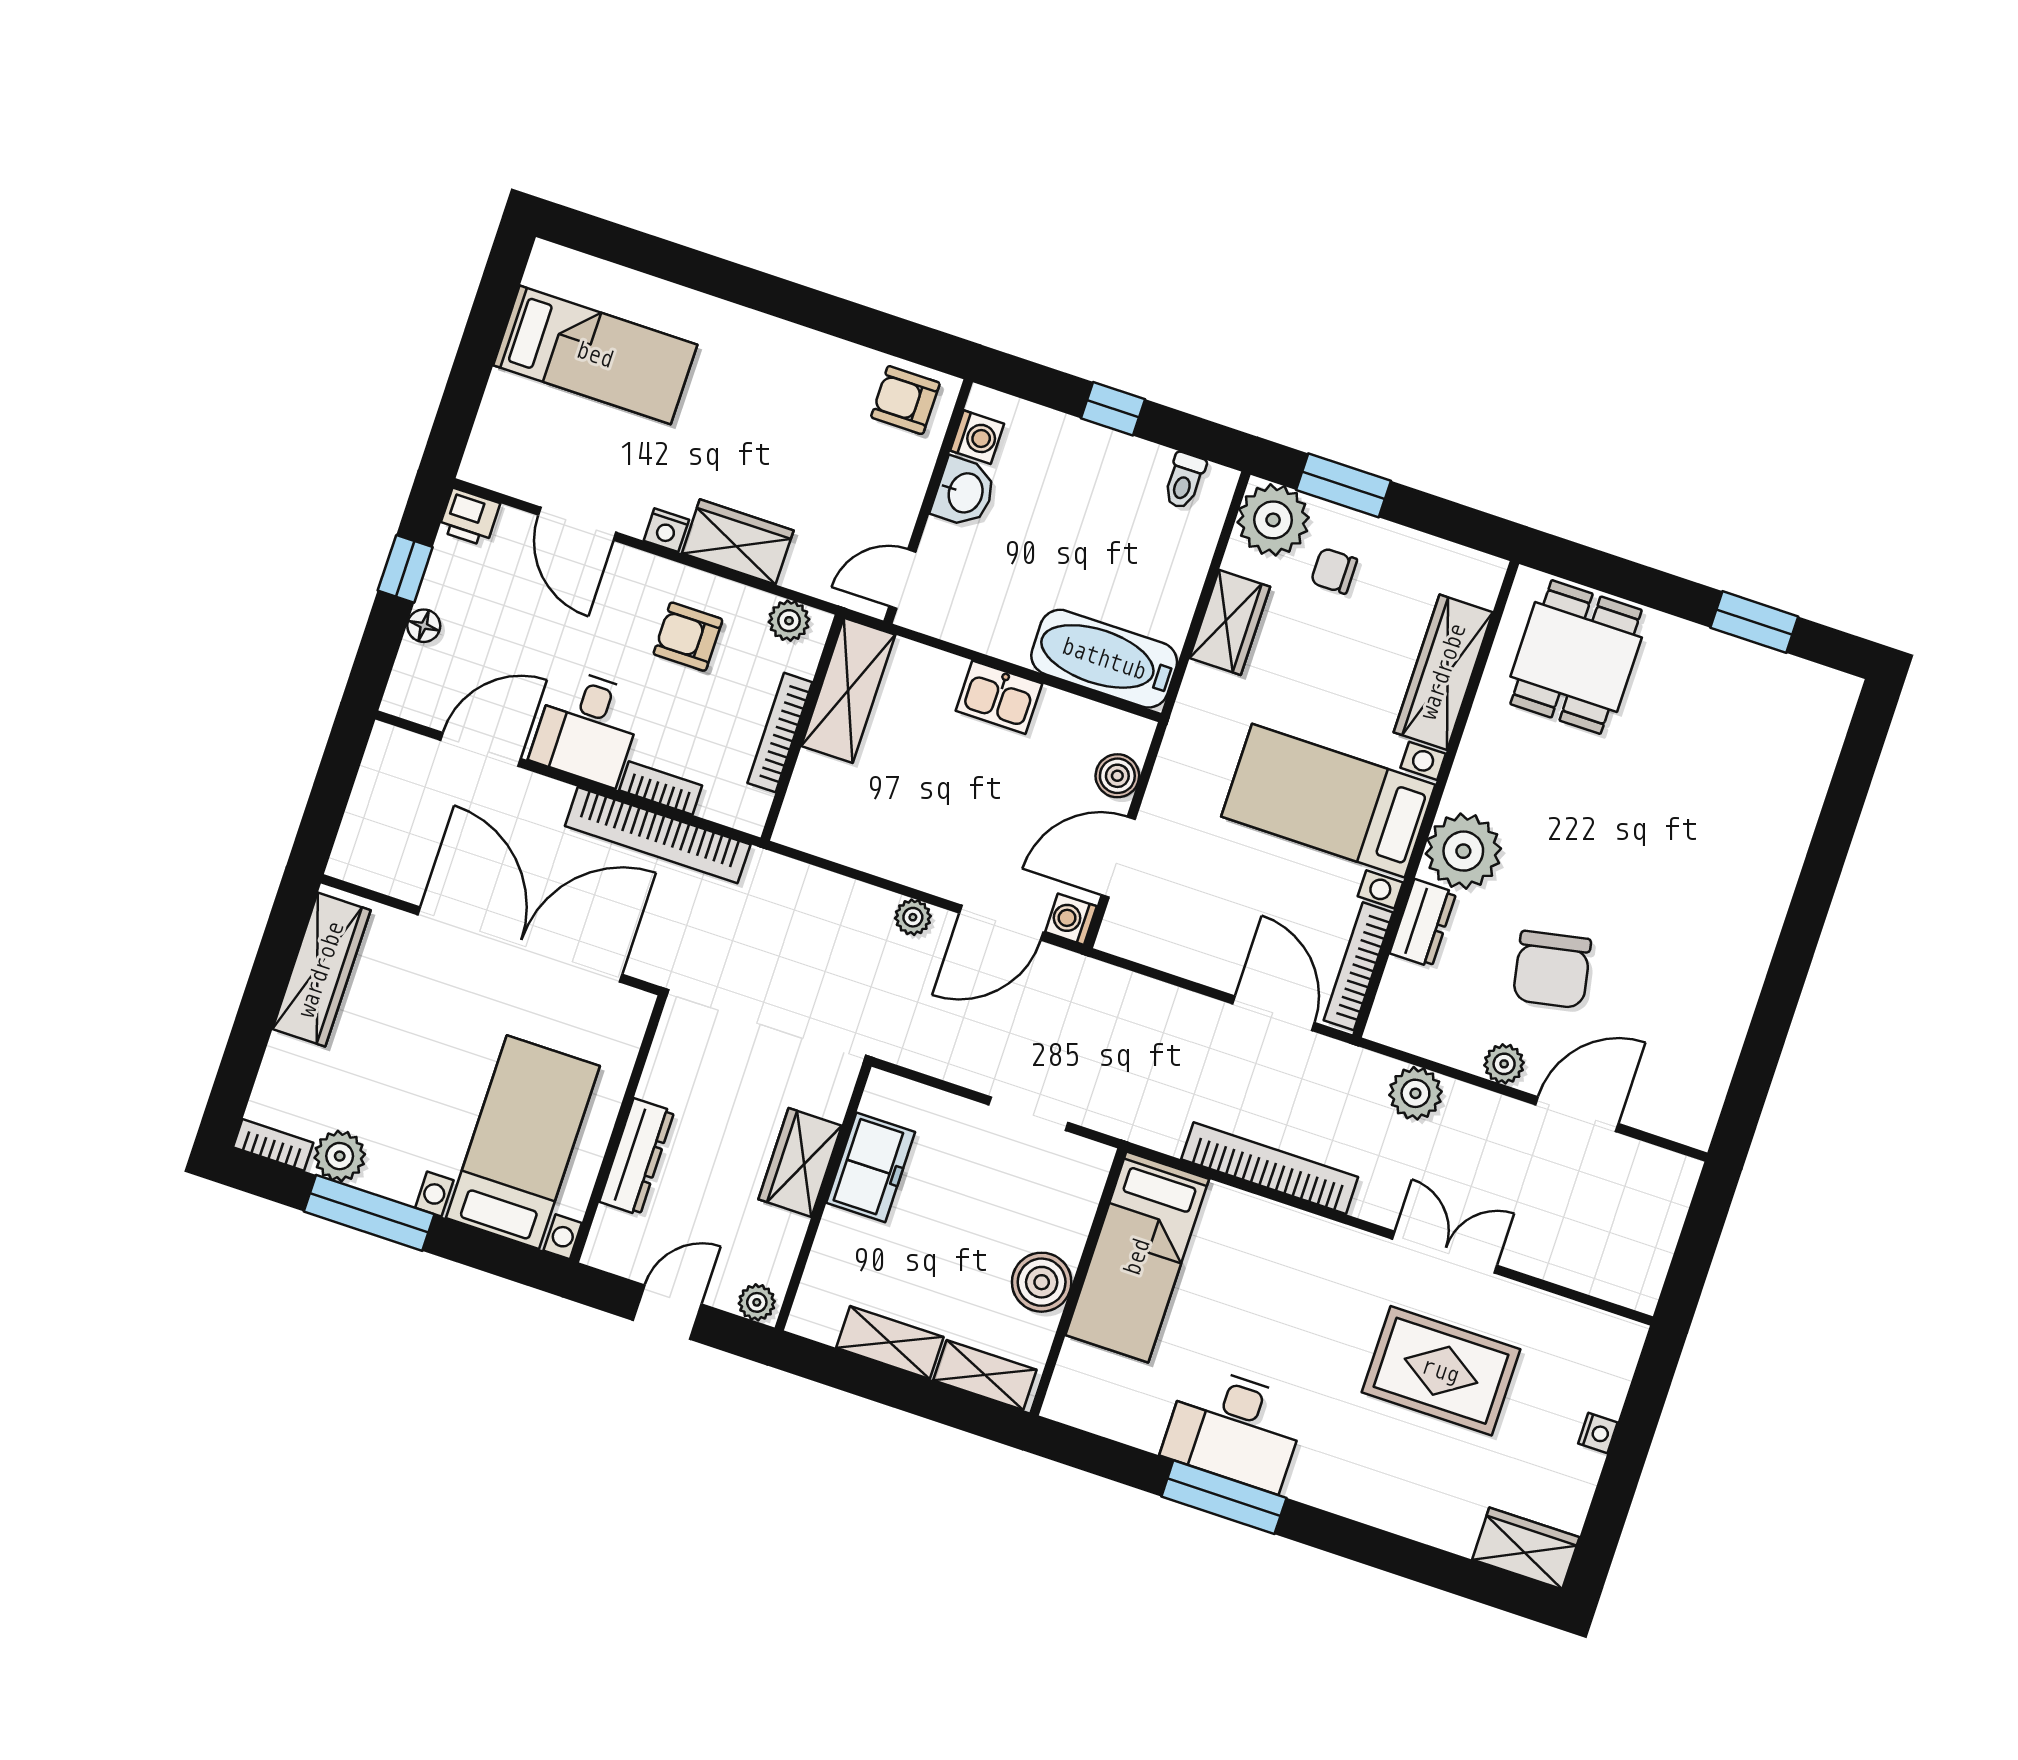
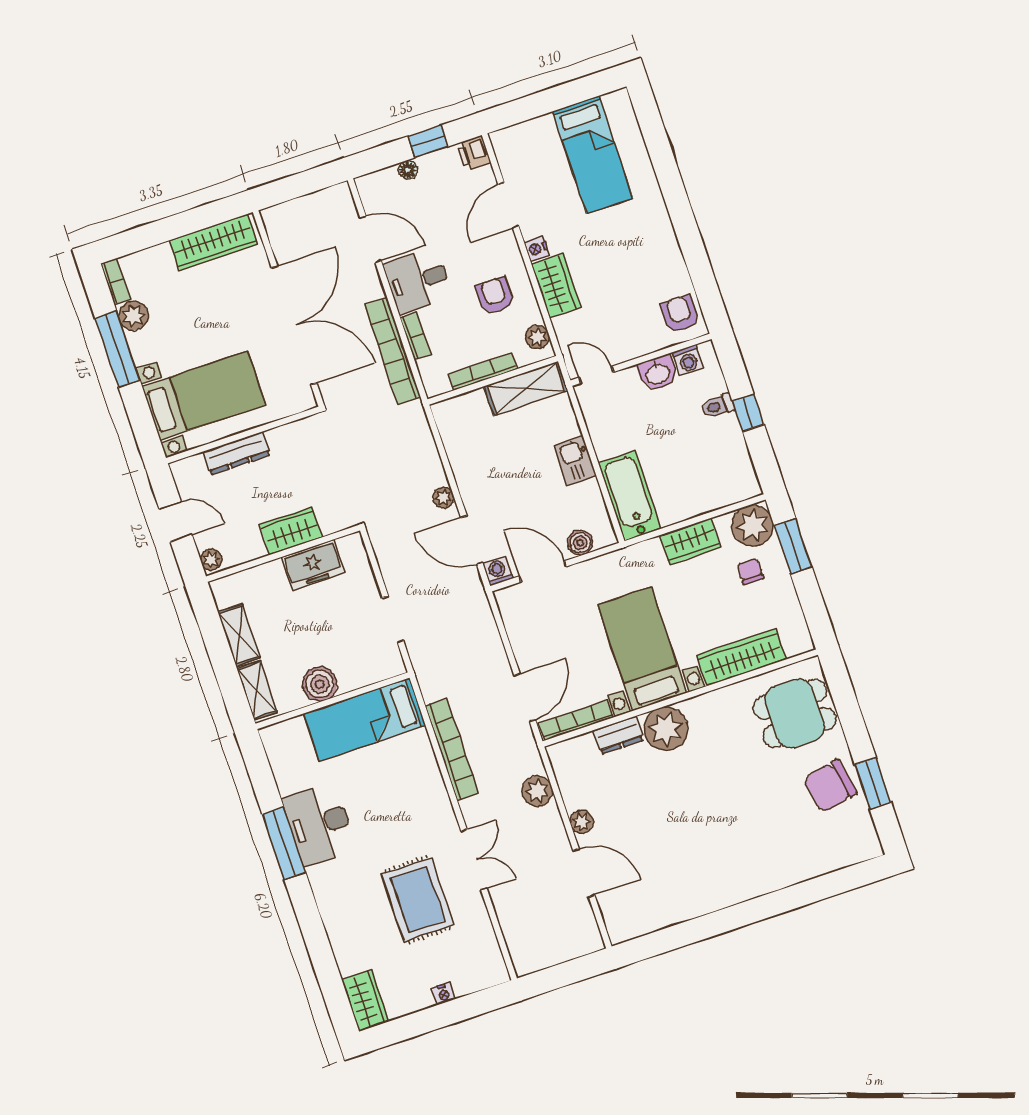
toilet: (1184, 481) -> (718, 406), moved
chair: (1552, 970) -> (830, 786), moved

